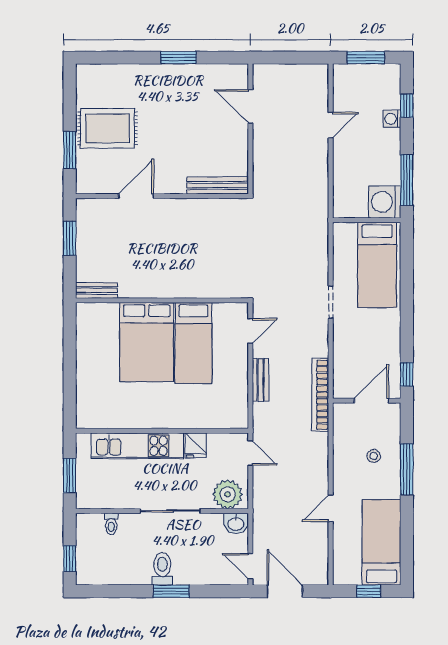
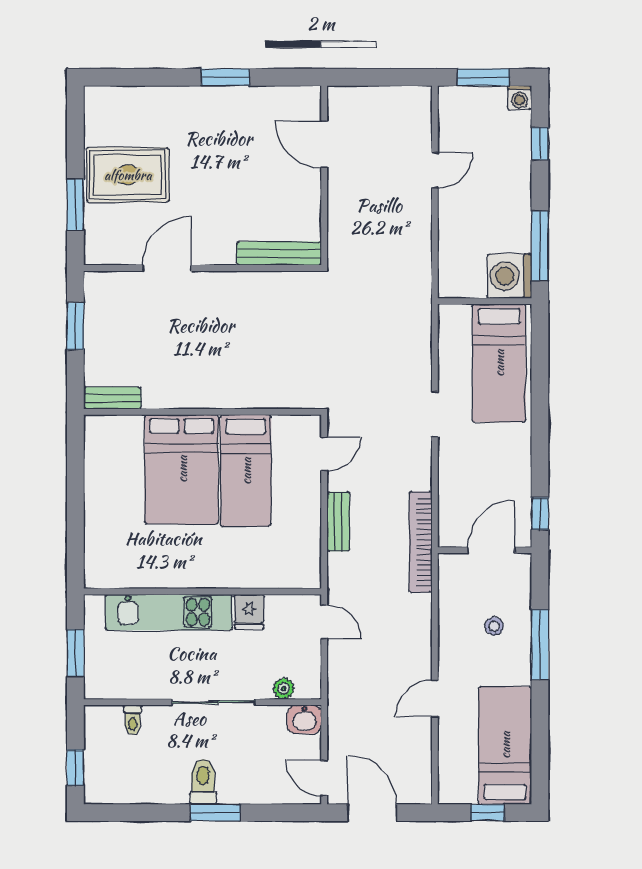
washing machine: (392, 119) -> (520, 98), moved, turned -90
plant: (228, 494) -> (284, 689), width x0.53, depth x0.53

